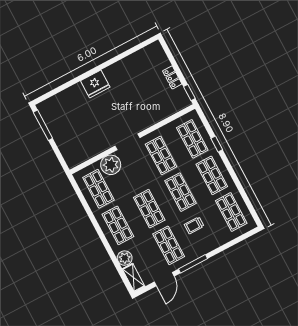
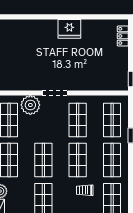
locker: (172, 77) -> (123, 36), moved
fridge: (95, 84) -> (69, 29), moved
trolley: (194, 225) -> (85, 190), moved

